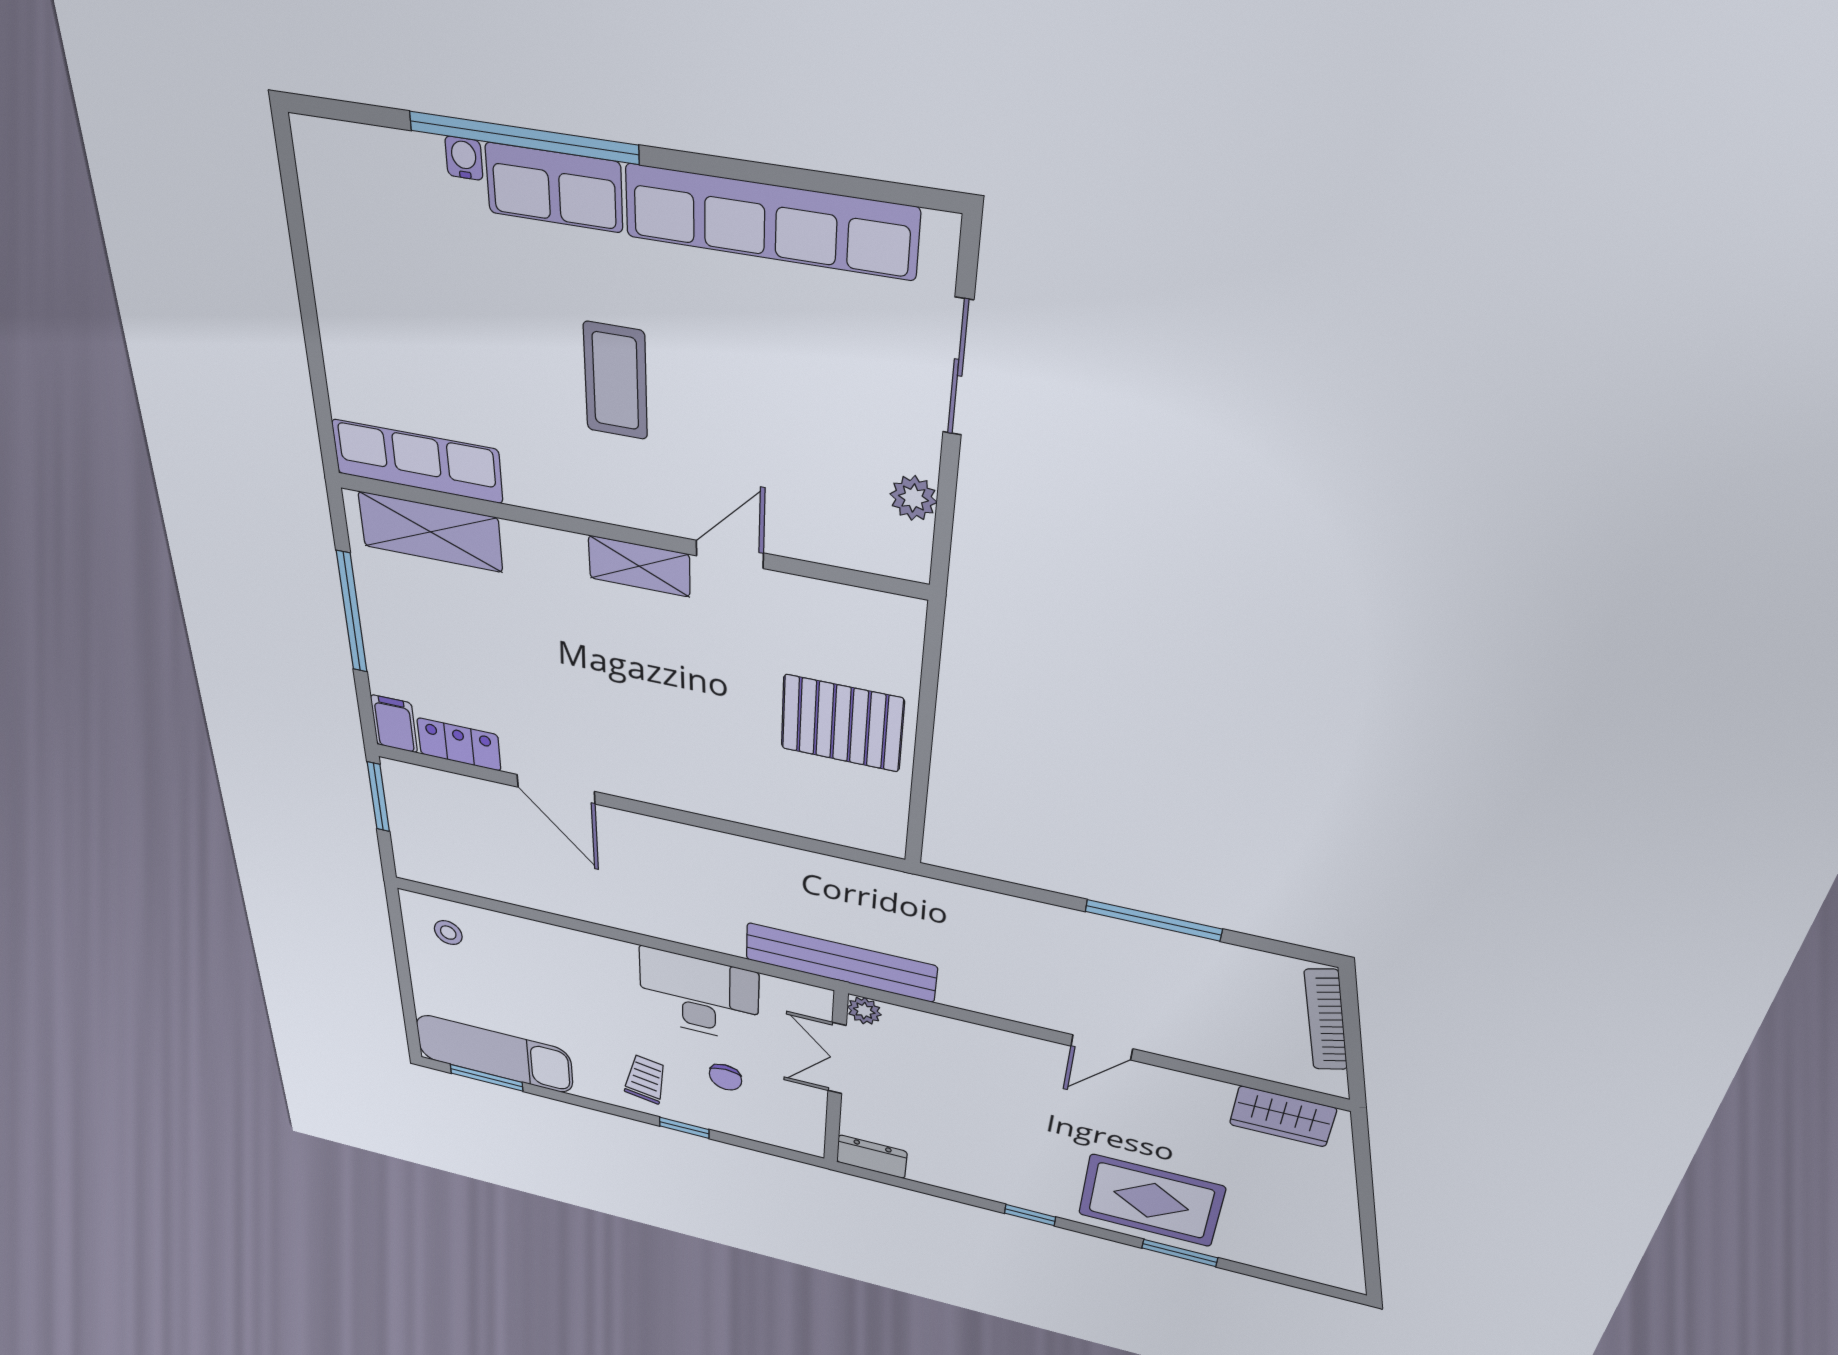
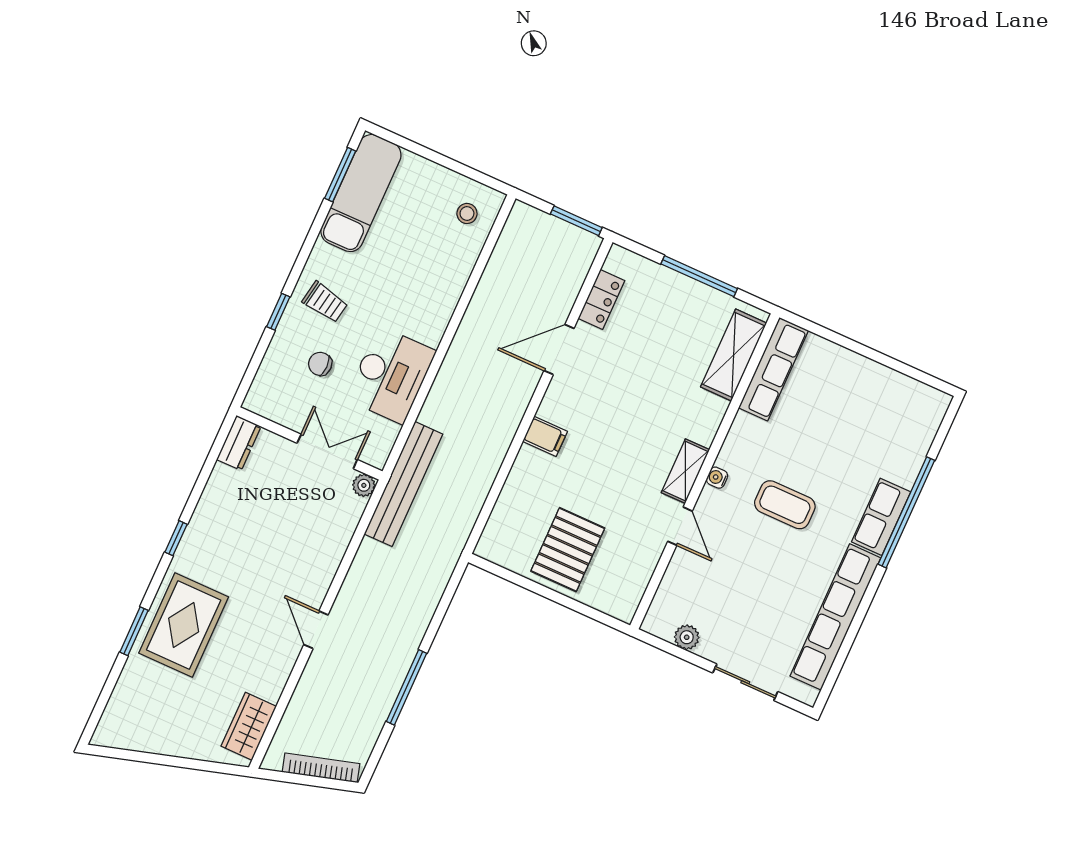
water cooler: (464, 158) -> (717, 478), moved, turned 180
filing cabinet: (394, 724) -> (545, 436), moved

